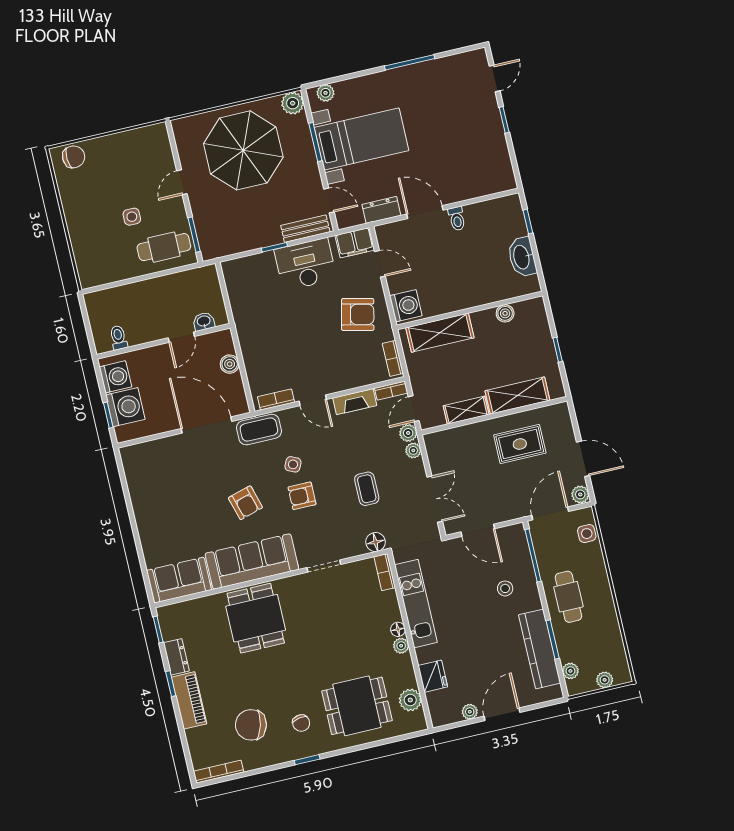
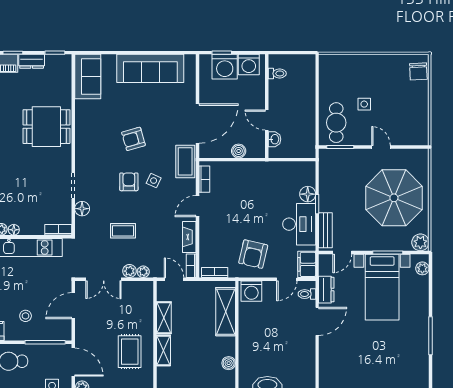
toilet: (457, 219) -> (307, 294), moved
floor lamp: (264, 262) -> (308, 194), added
shelving: (517, 396) -> (164, 350), width x0.67, depth x0.75
plant: (408, 433) -> (129, 271), moved
floor lamp: (376, 542) -> (82, 209), moved
sofa: (252, 561) -> (150, 68), moved, turned 90

